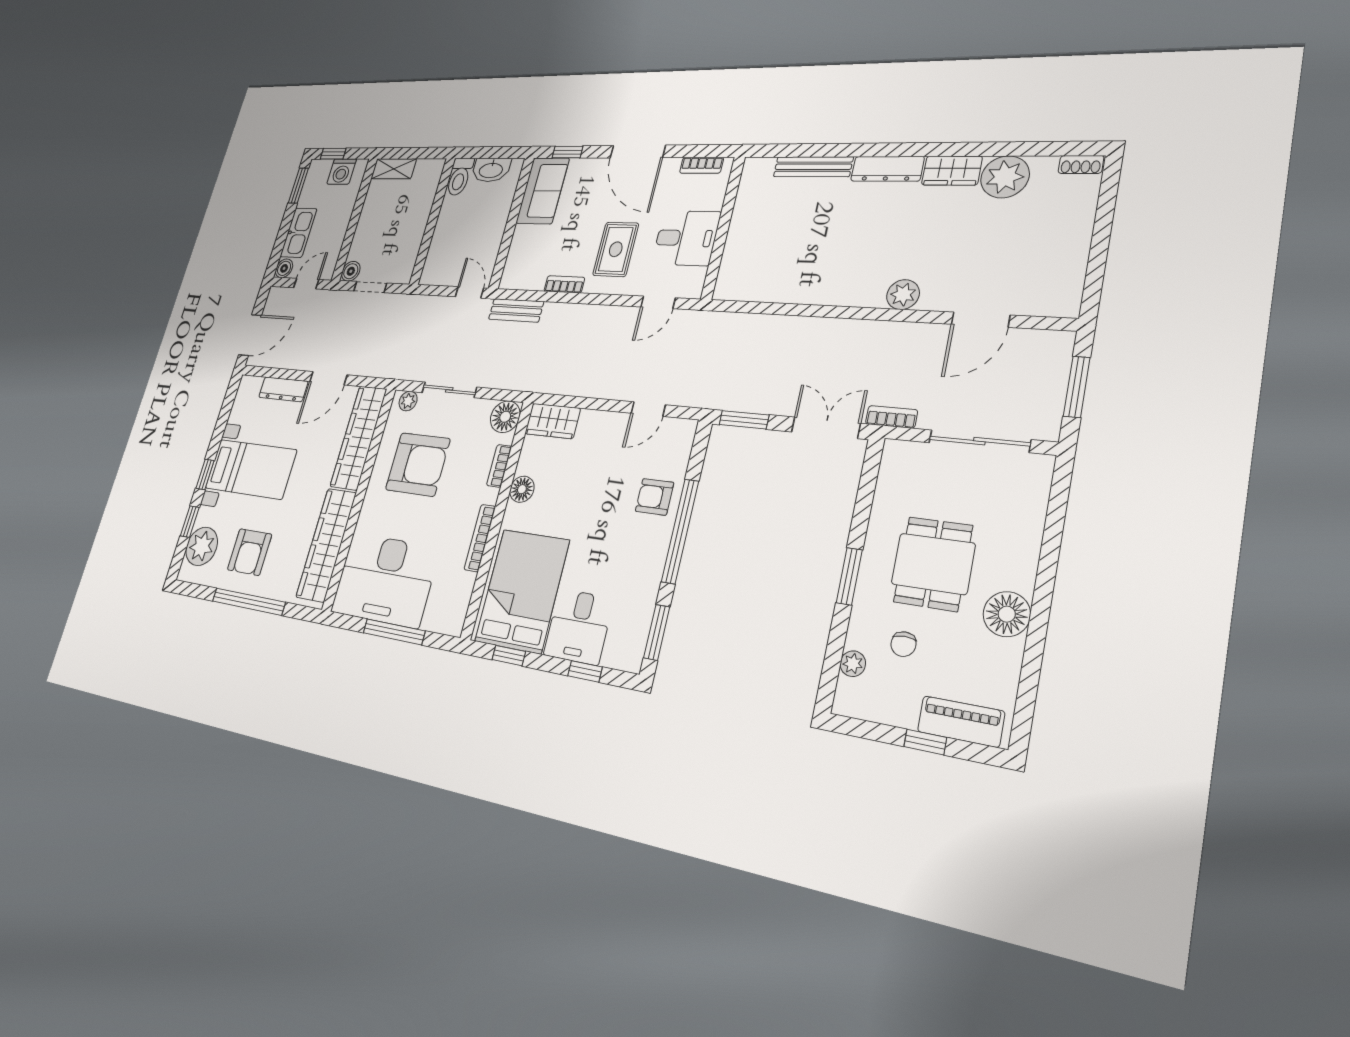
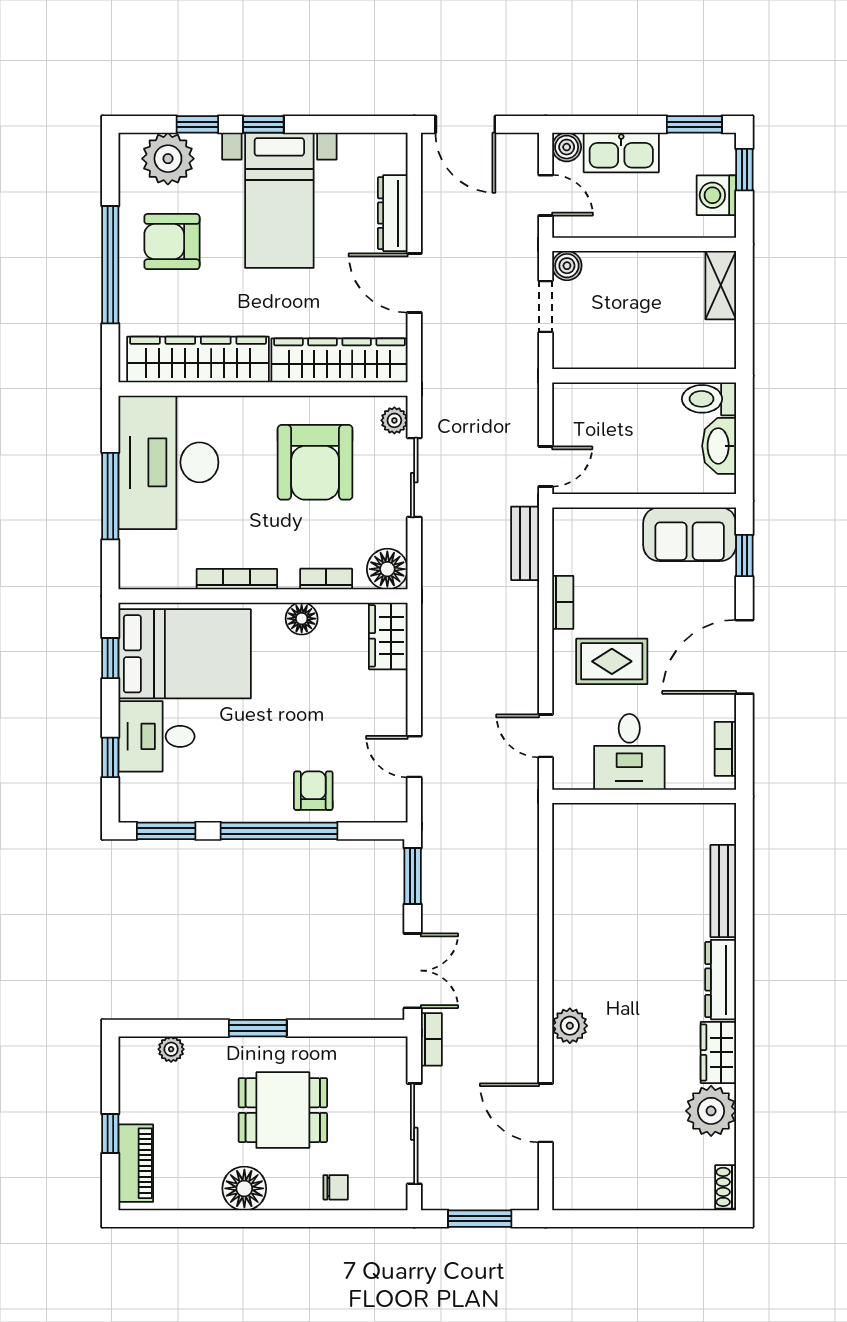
chair: (903, 644) -> (336, 1187), moved, turned 180

